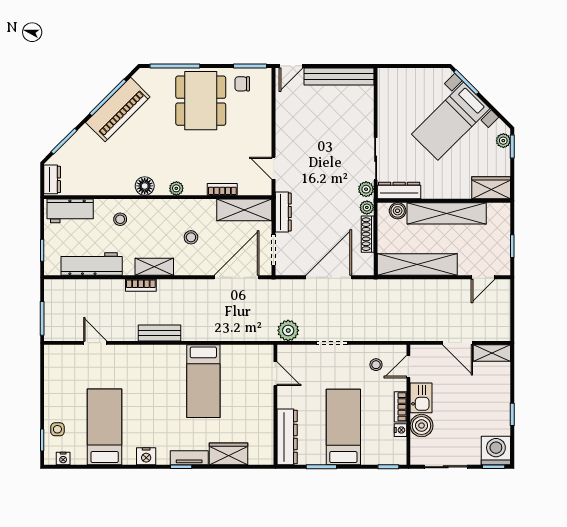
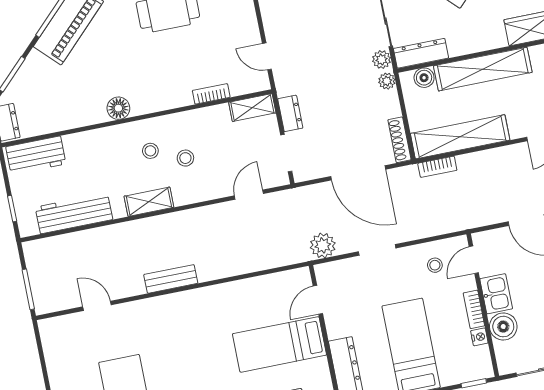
plant: (176, 188) -> (156, 103), removed
shelving: (244, 210) -> (252, 108), width x0.67, depth x0.75
dresser: (283, 212) -> (290, 113), width x0.70
stool: (120, 219) -> (150, 151), moved
shoe rack: (368, 234) -> (399, 140), moved
door: (237, 277) -> (249, 195), width x0.53
door: (329, 277) -> (358, 173), swing flipped
bookcase: (141, 285) -> (437, 167), moved
door: (275, 374) -> (318, 300), swing flipped
bed: (203, 381) -> (279, 344), moved, turned 90

